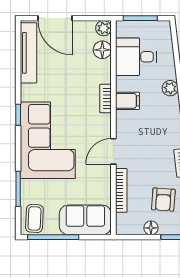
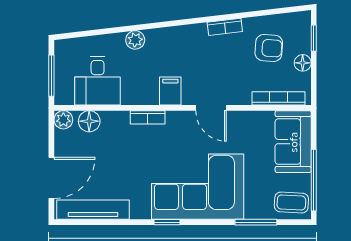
filing cabinet: (128, 101) -> (170, 91), moved
bookcase: (121, 190) -> (278, 98), moved

